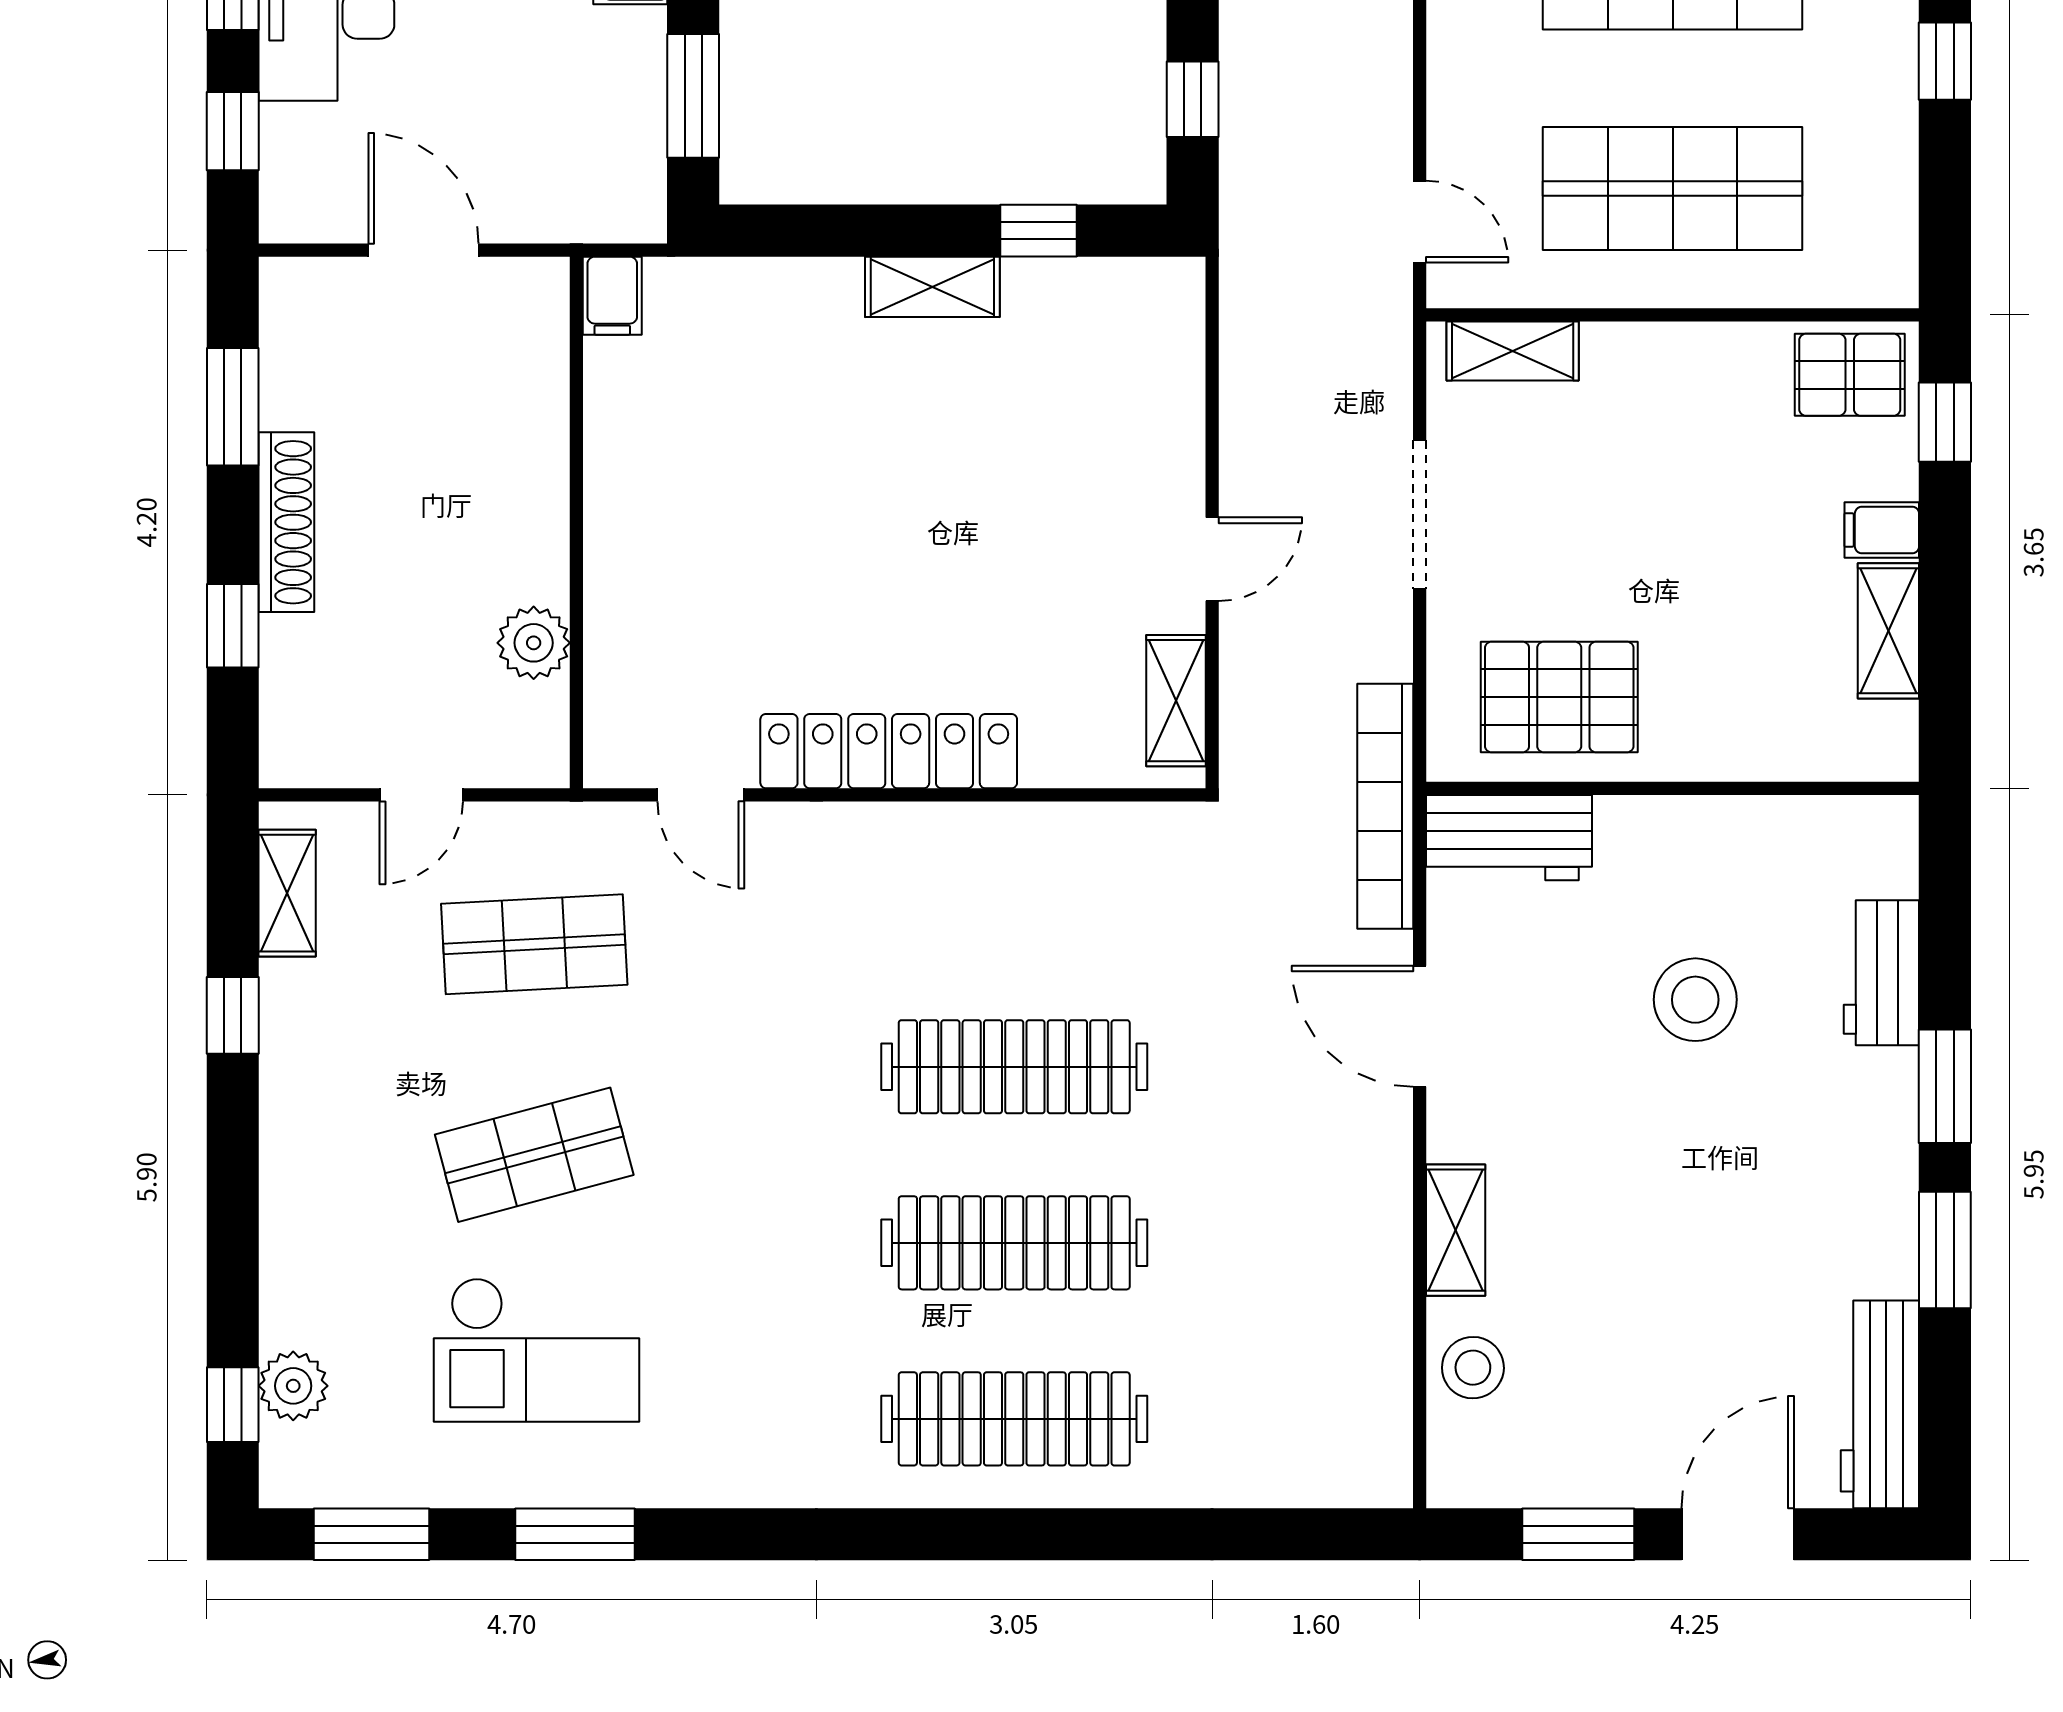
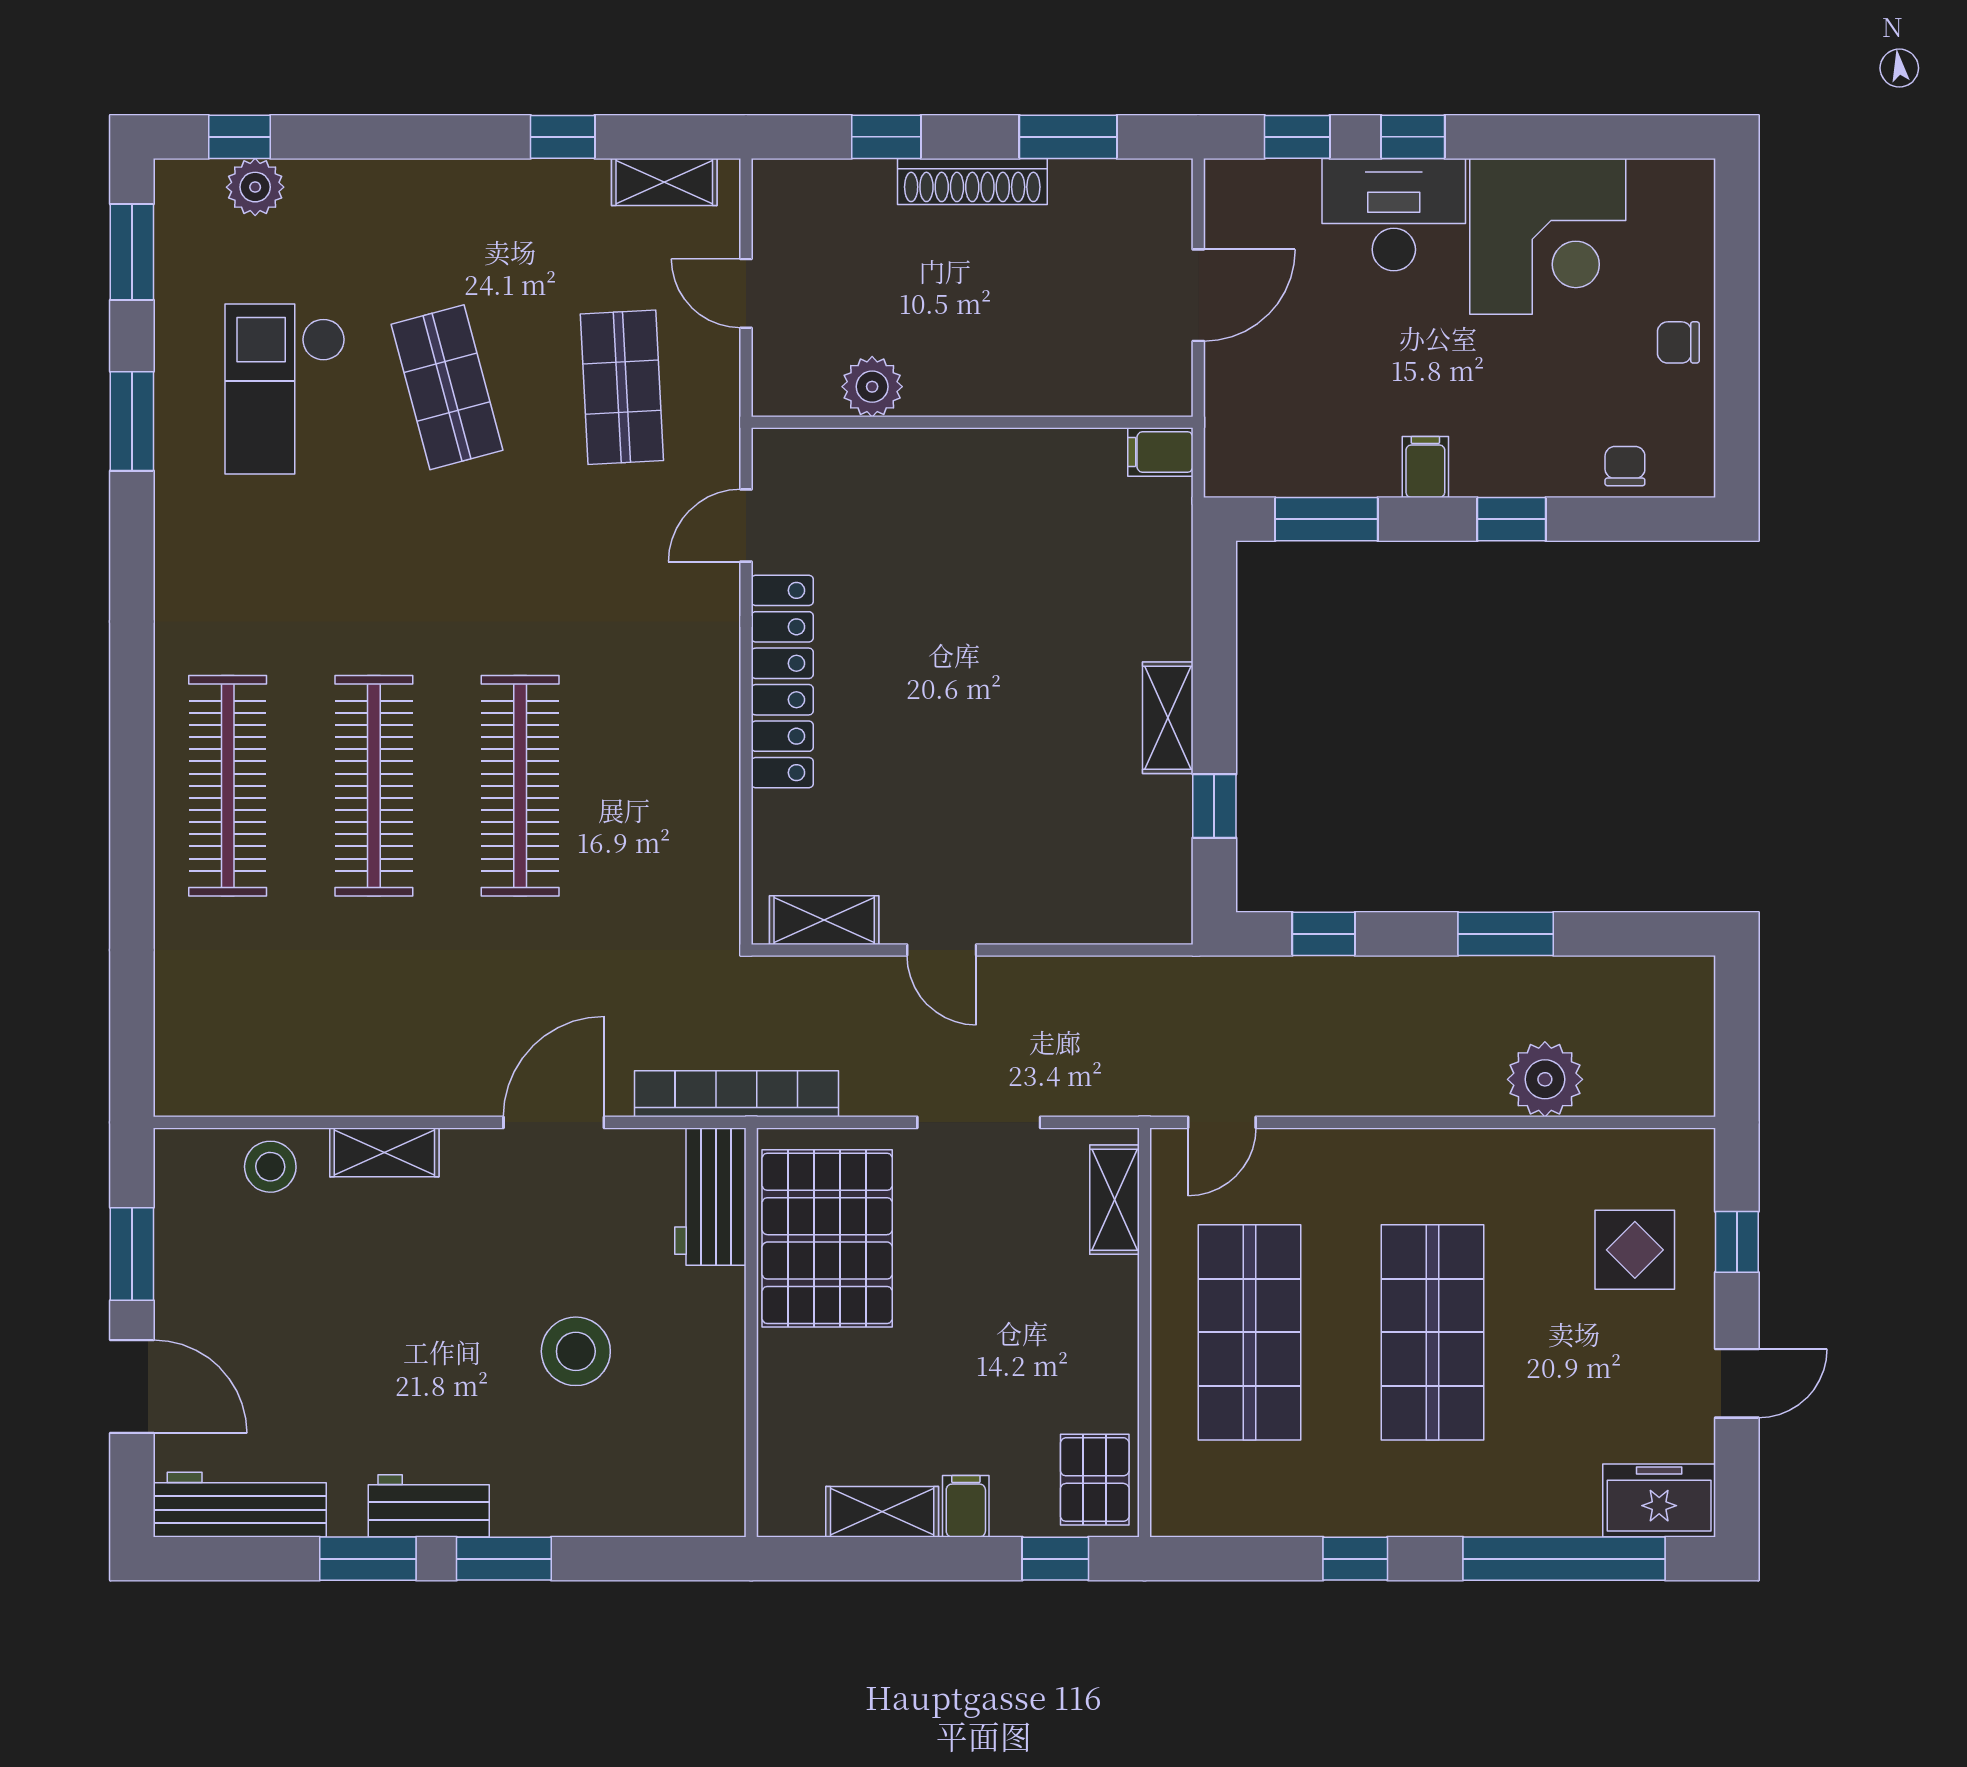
pallet: (1559, 697) -> (827, 1238), width x1.37, depth x1.41
workbench: (1881, 973) -> (429, 1506), moved

